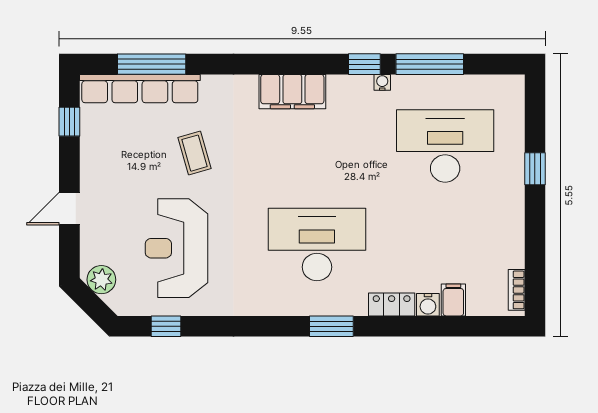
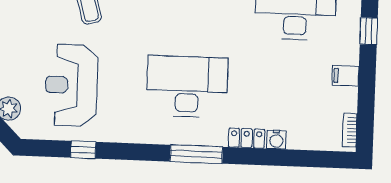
filing cabinet: (453, 300) -> (345, 76), moved, turned -90
window: (166, 326) -> (83, 150), moved
window: (331, 326) -> (196, 154), width x1.44

